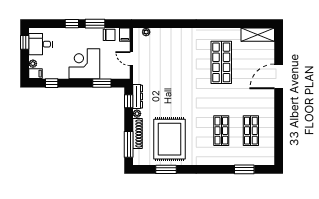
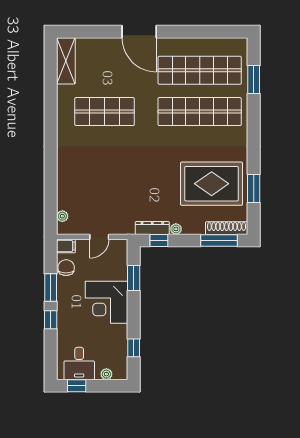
filing cabinet: (35, 74) -> (120, 370), removed
door: (279, 76) -> (139, 32), moved
shop shelf: (221, 131) -> (200, 112), width x2.00, depth x1.36
shop shelf: (251, 131) -> (200, 70), width x2.00, depth x1.36
shoe rack: (138, 133) -> (227, 228), moved

